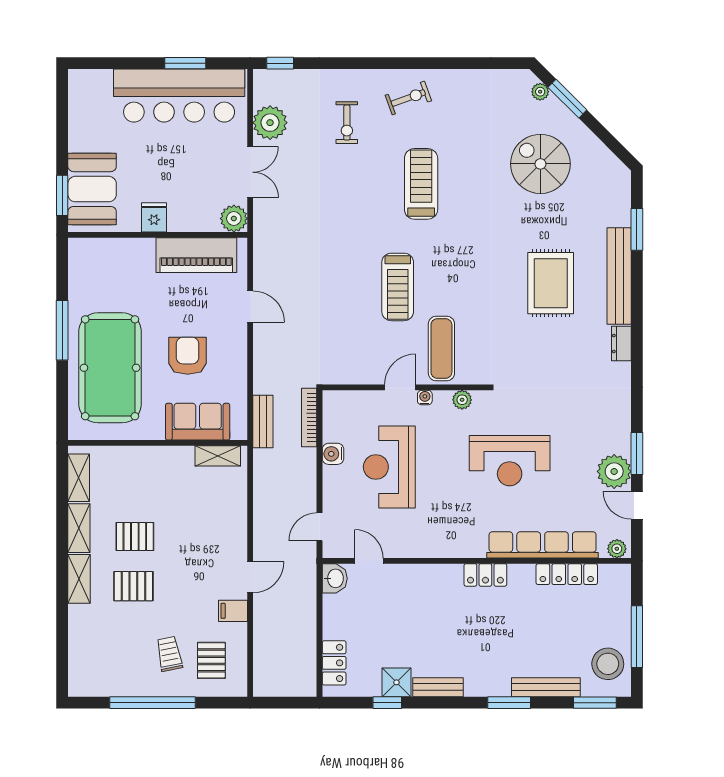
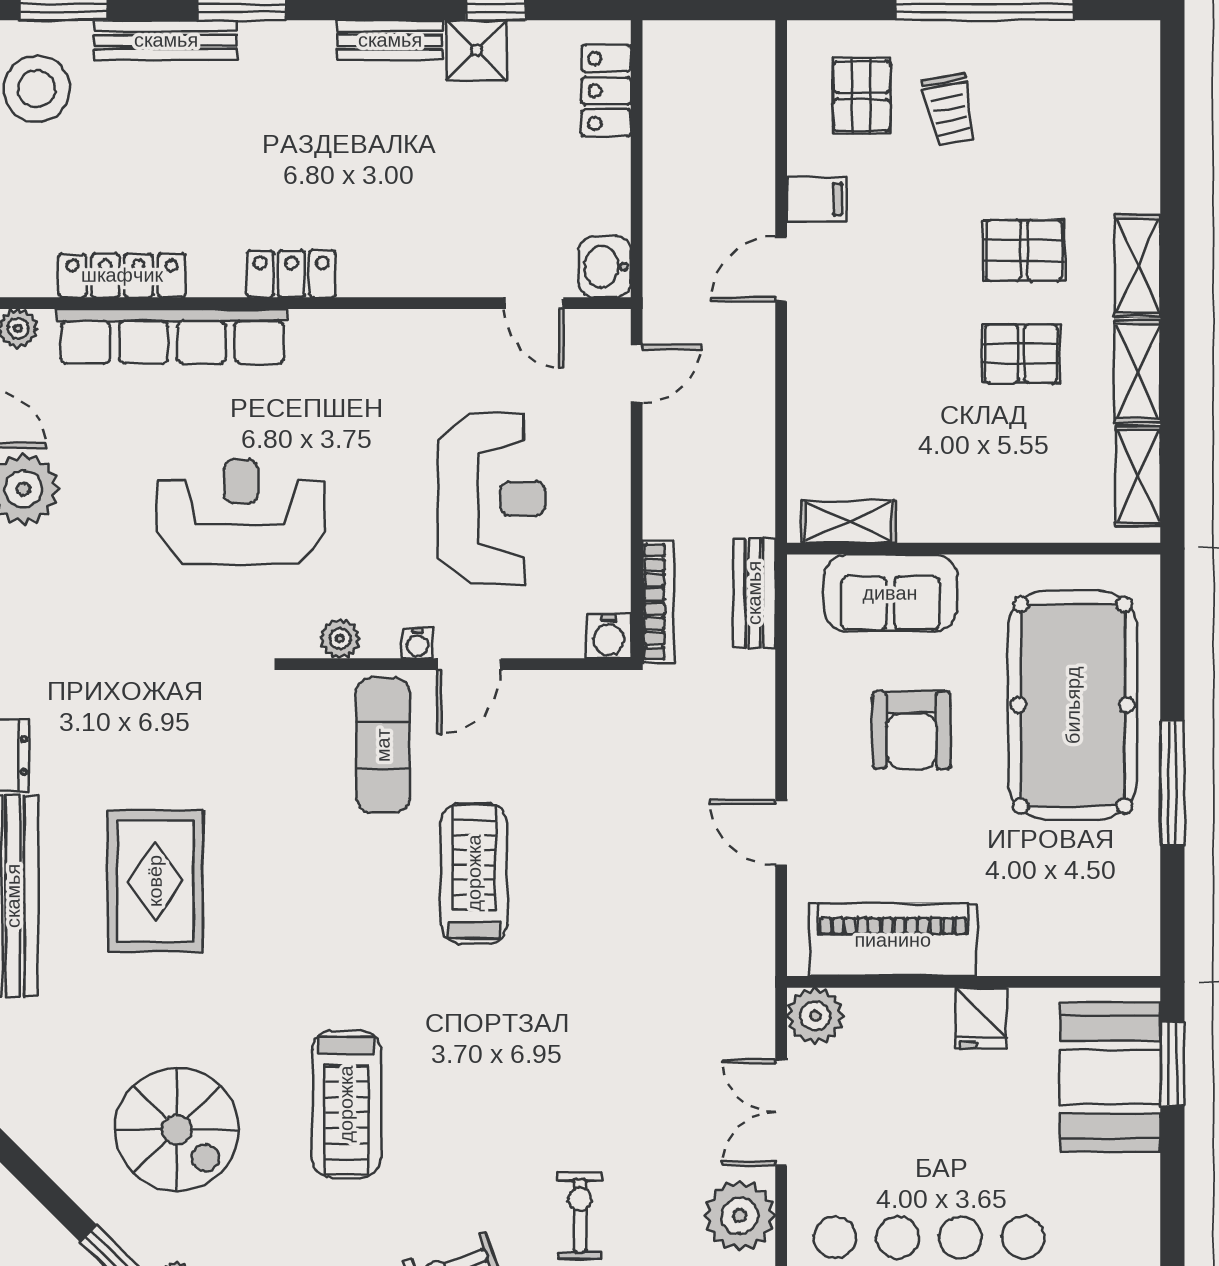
treadmill: (421, 184) -> (346, 1104), moved
water cooler: (333, 454) -> (609, 636), moved, turned 90

